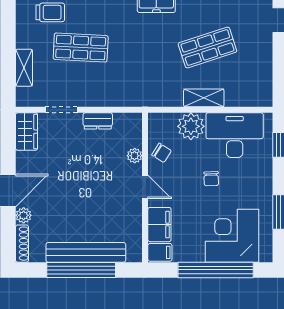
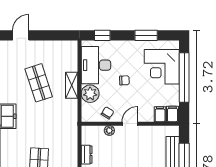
filing cabinet: (159, 225) -> (160, 114), width x0.50

